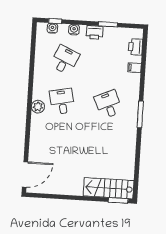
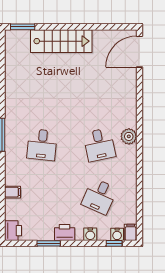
filing cabinet: (41, 29) -> (131, 232), added
printer: (136, 47) -> (13, 231), moved
desk: (108, 104) -> (42, 145), turned 30
stairs: (109, 188) -> (61, 41), moved

